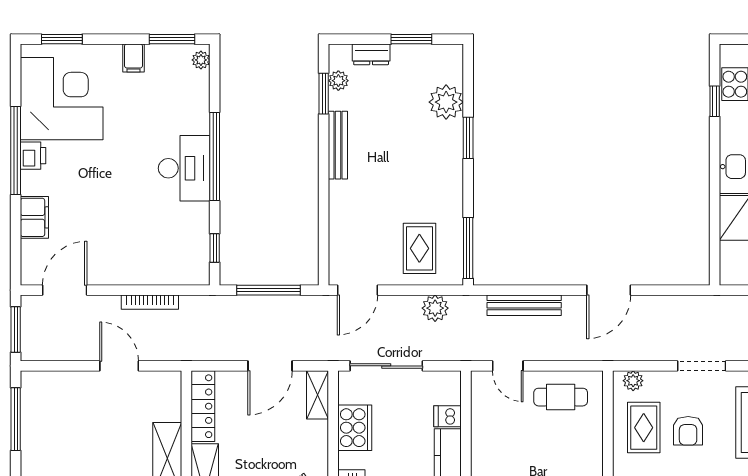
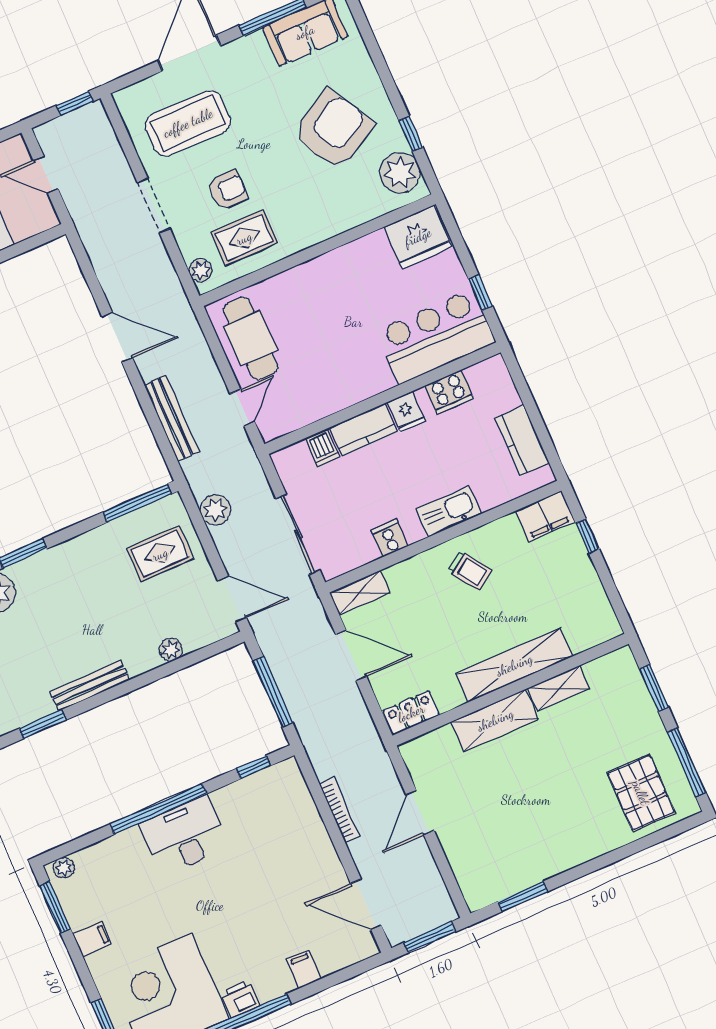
plant: (338, 81) -> (171, 650), moved
filing cabinet: (34, 217) -> (304, 969), width x0.50
cafe table: (561, 397) -> (251, 338), width x1.37, depth x1.35
locker: (203, 406) -> (411, 713), width x0.66
window: (16, 419) -> (523, 896), width x0.69
cooker: (355, 428) -> (390, 538), width x0.53, depth x0.76

